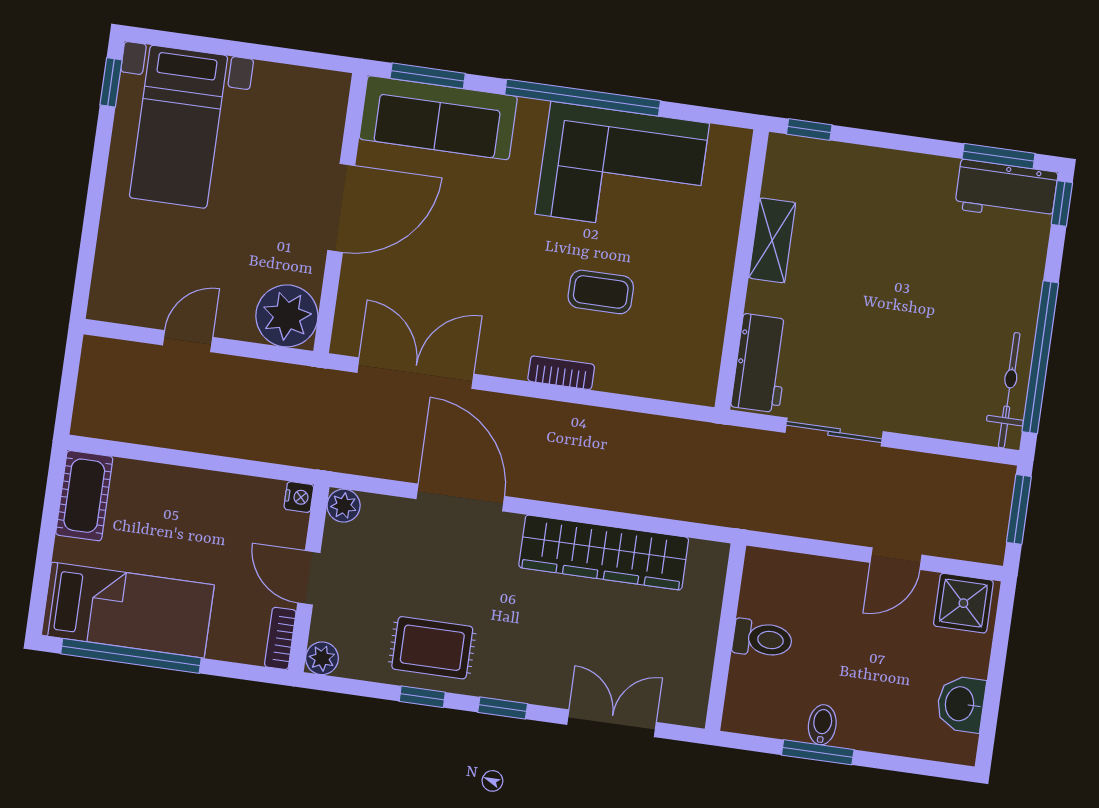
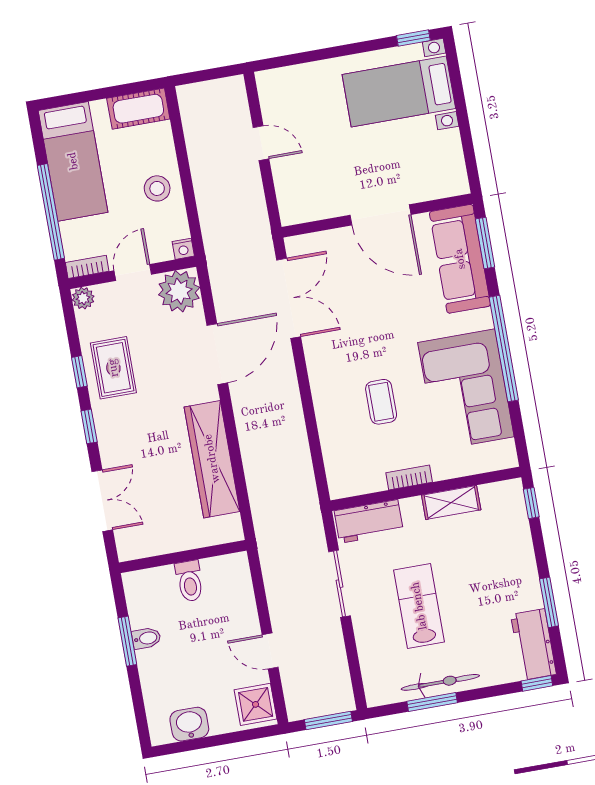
window: (999, 156) -> (549, 602), moved
plant: (287, 316) -> (299, 202), removed
lab bench: (901, 332) -> (419, 606), added
window: (1040, 357) -> (432, 702), width x0.47
bookcase: (561, 373) -> (409, 477), moved, turned -90
bicycle: (1009, 390) -> (440, 682), moved
stool: (203, 506) -> (157, 188), added
plant: (344, 506) -> (179, 291), width x1.88, depth x1.88
window: (131, 656) -> (51, 212), moved

